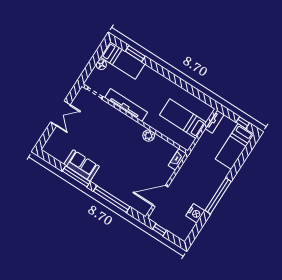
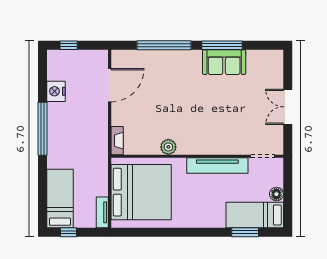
bed: (183, 119) -> (141, 192), width x2.04
window: (160, 230) -> (69, 45), moved

